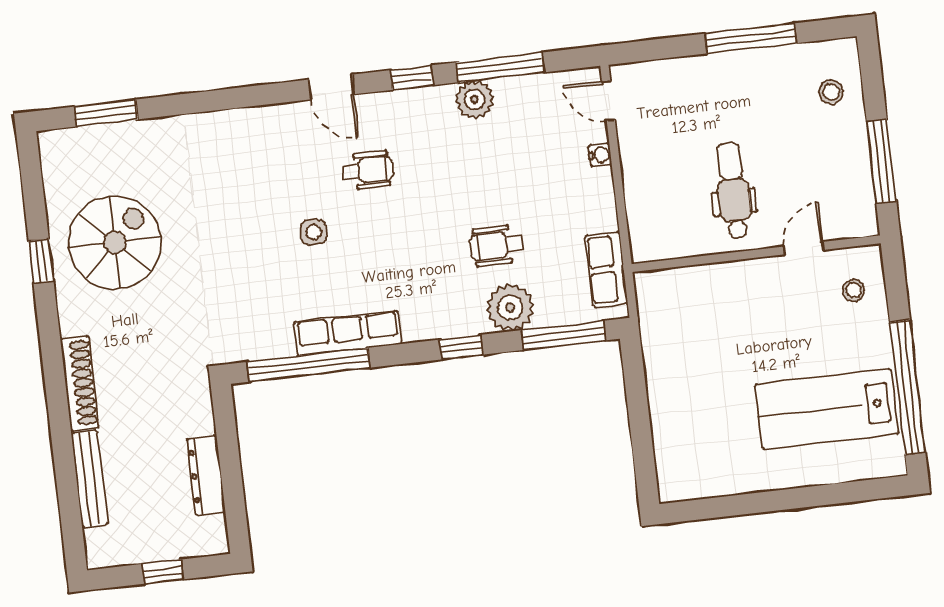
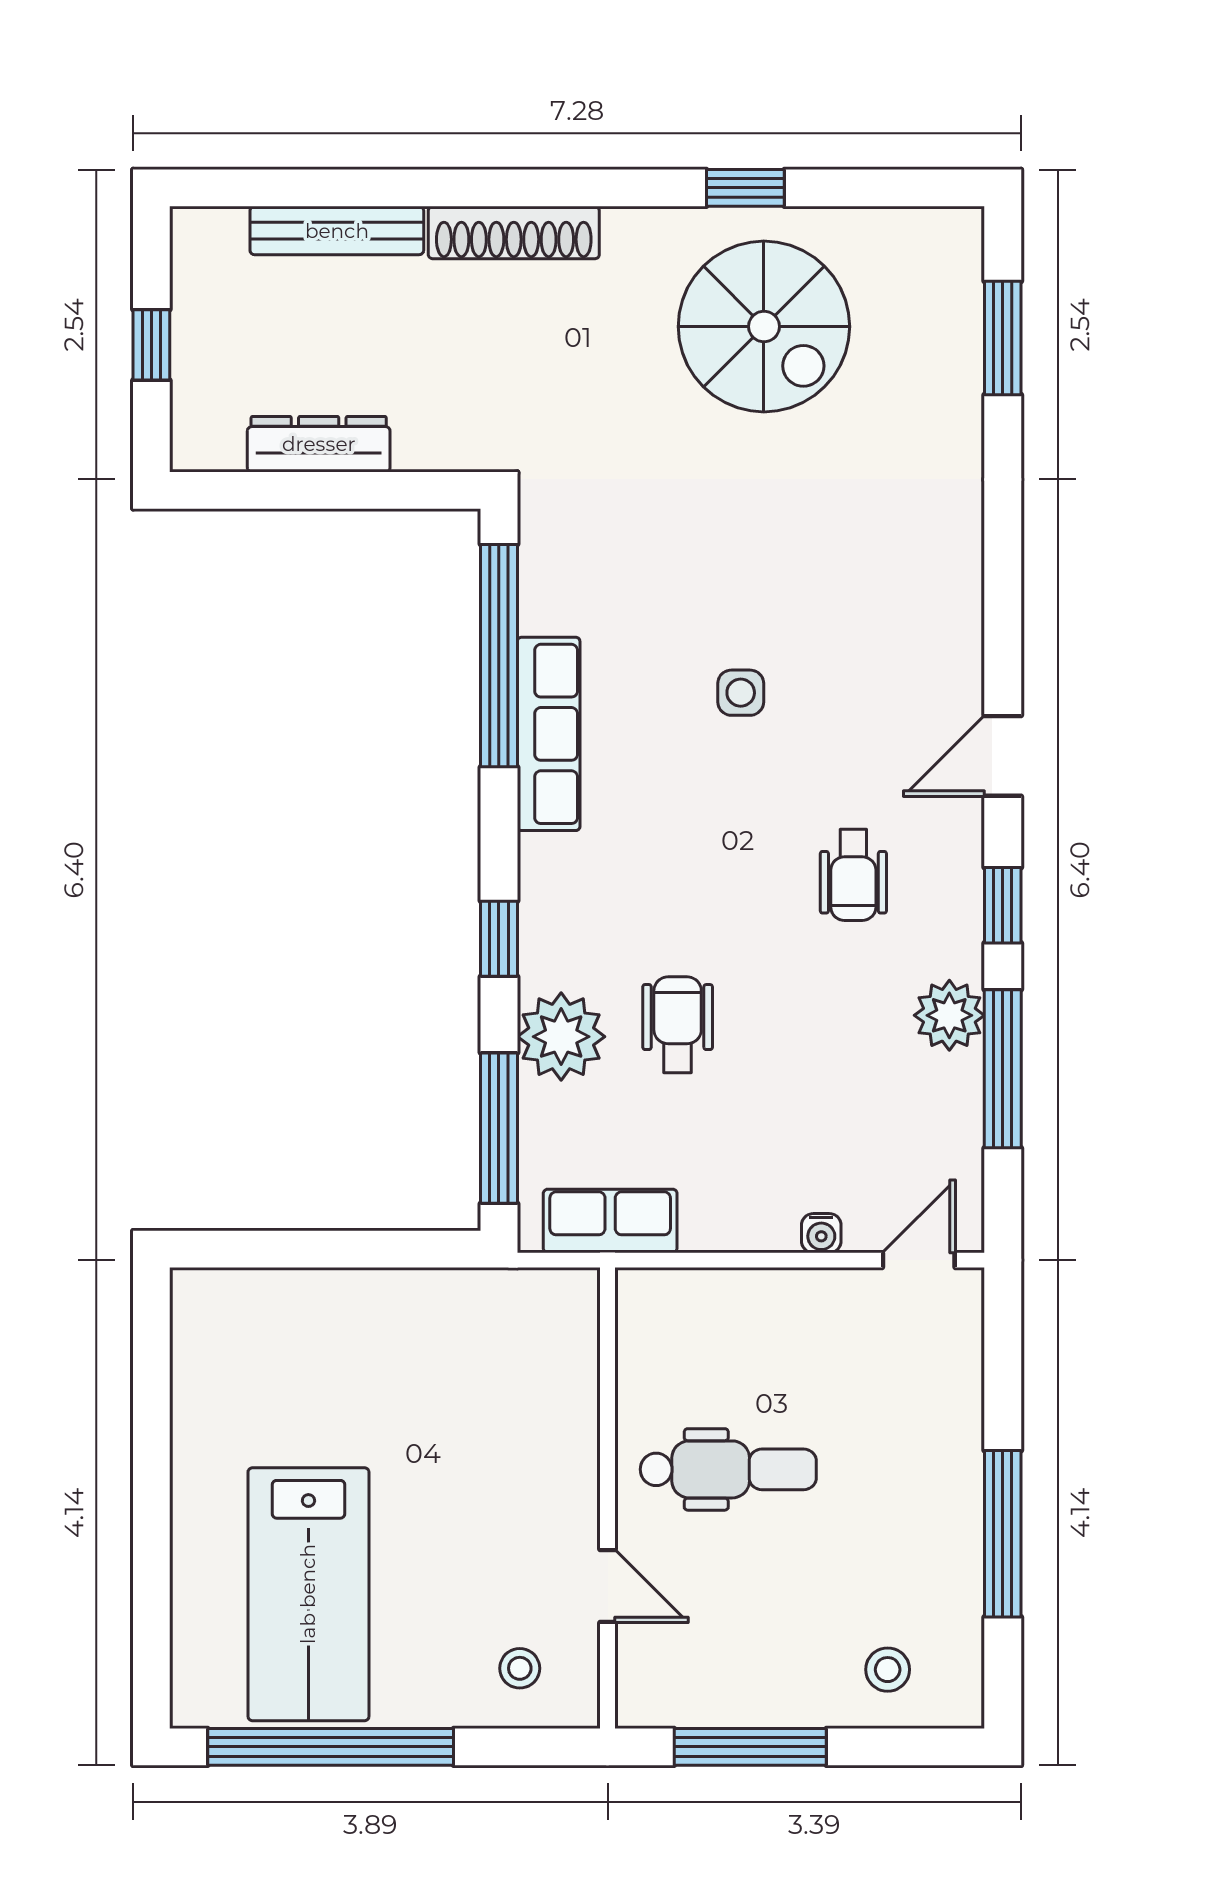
wheelchair: (368, 170) -> (853, 875), moved
lab bench: (827, 409) -> (308, 1594), turned 180

